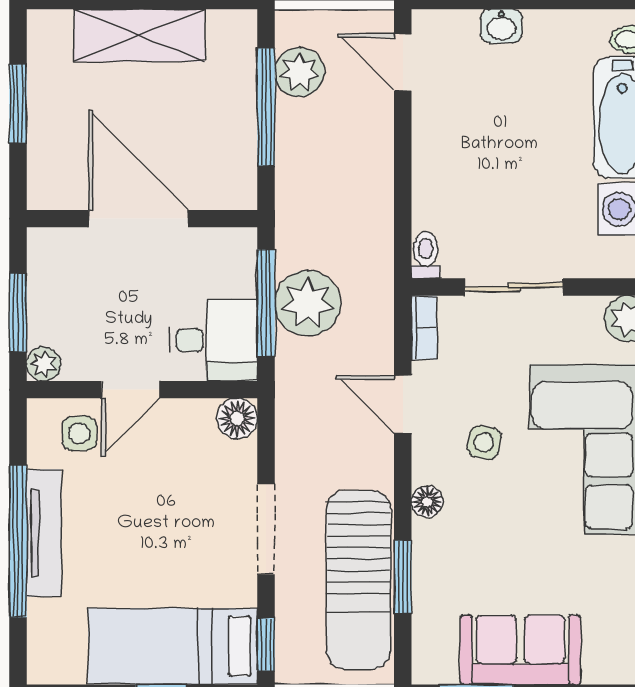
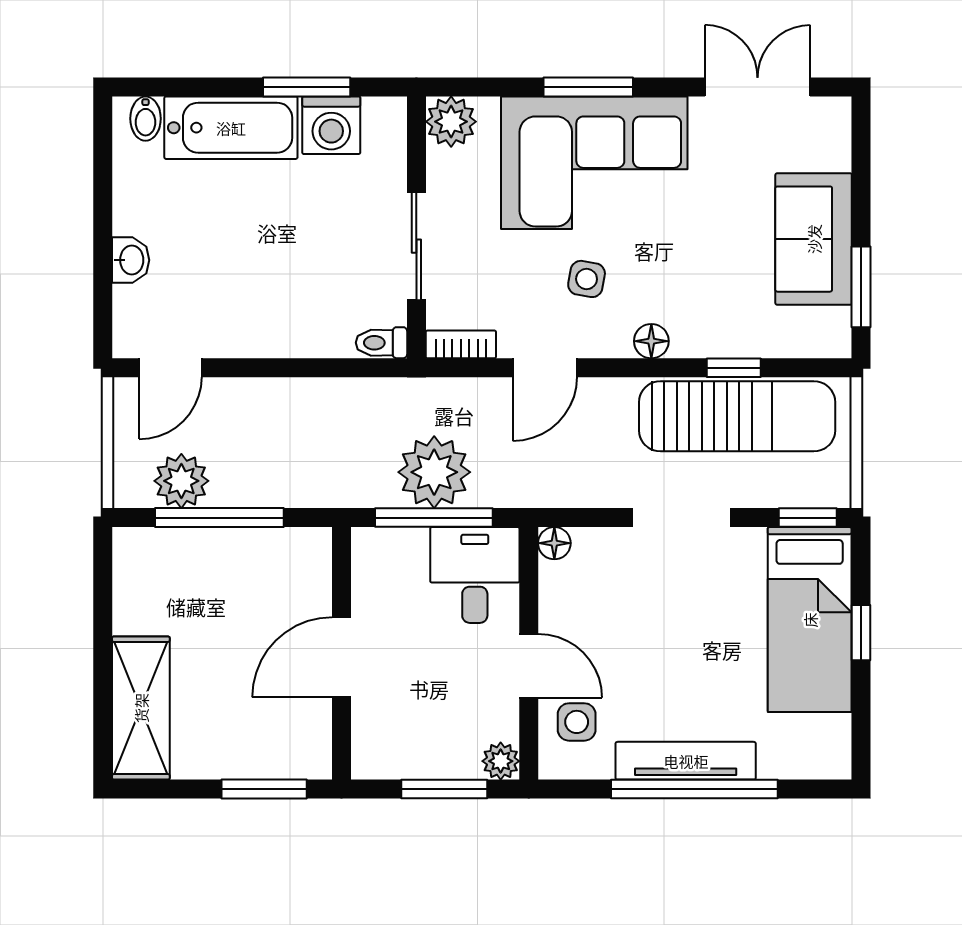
shelving: (139, 35) -> (141, 708), moved
window: (18, 104) -> (264, 789), moved
door: (138, 219) -> (342, 657), width x0.73
floor lamp: (237, 419) -> (554, 543), width x0.73, depth x0.73
window: (403, 577) -> (734, 368), width x0.67

